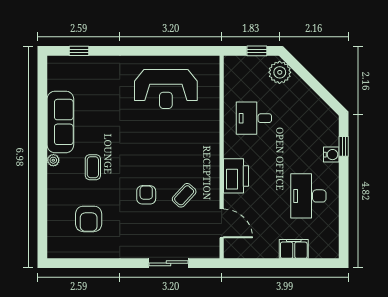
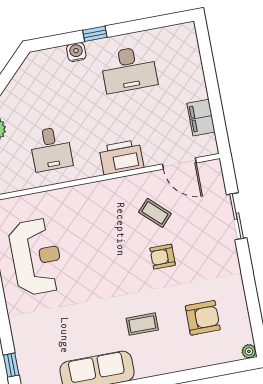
window: (344, 146) -> (95, 34), moved
plant: (53, 160) -> (249, 351), moved
door: (222, 223) -> (179, 164), swing flipped
filing cabinet: (294, 249) -> (201, 118), moved

